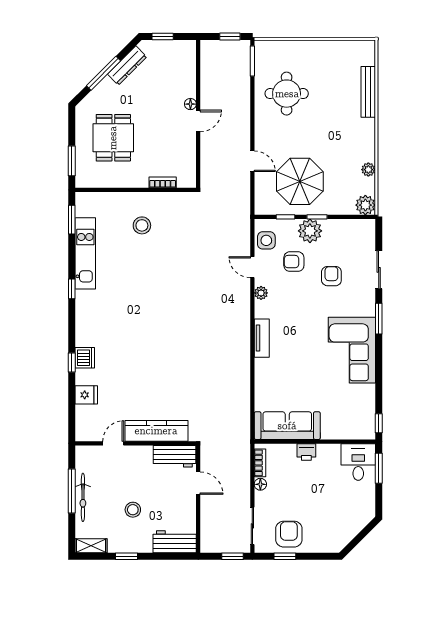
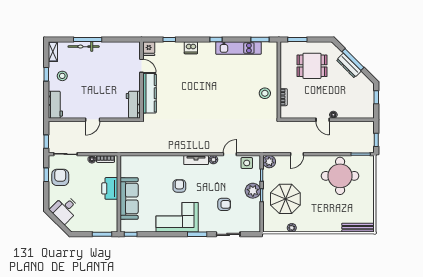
dresser: (127, 65) -> (349, 66), moved
bench: (368, 92) -> (358, 228), moved
round table: (287, 94) -> (340, 176), width x1.36, depth x1.36
parasol: (300, 181) -> (285, 199), moved
plant: (365, 205) -> (269, 162), moved
stool: (142, 225) -> (265, 93), moved
armchair: (294, 262) -> (179, 186), moved
tv unit: (262, 338) -> (196, 160), moved
dishwasher: (85, 358) -> (191, 48), moved
sofa: (287, 426) -> (129, 199), moved
kitchen counter: (156, 431) -> (149, 93), moved
door: (113, 443) -> (141, 66), moved
wall: (136, 443) -> (141, 80), moved
printer: (306, 452) -> (110, 188), width x1.87, depth x1.48
workbench: (174, 456) -> (133, 105), moved
desk: (358, 462) -> (65, 209), moved, turned 135
stool: (133, 510) -> (62, 76), moved
armchair: (289, 534) -> (60, 177), turned -90

